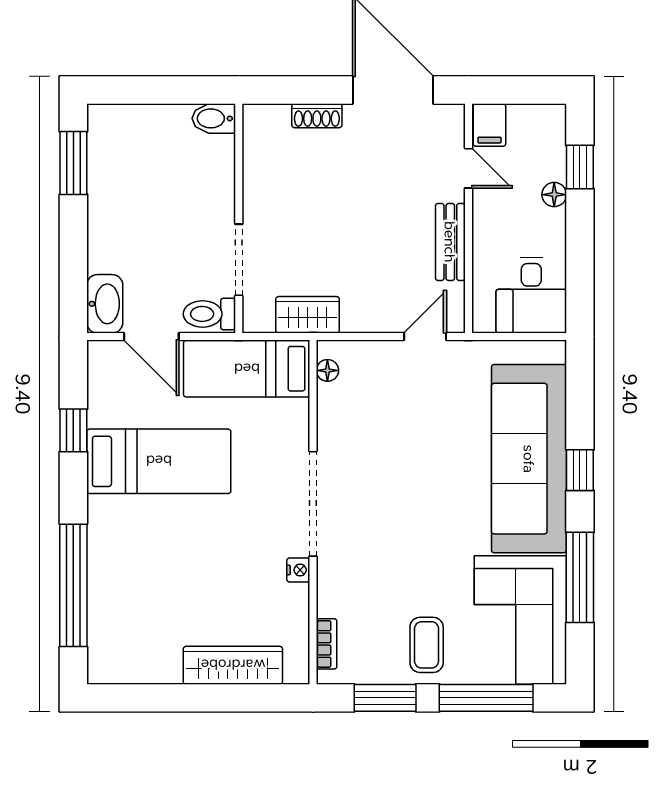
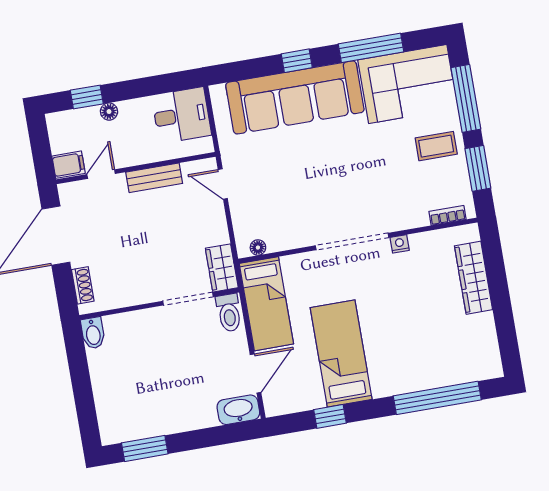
bidet: (214, 118) -> (93, 333), moved
wall: (239, 218) -> (159, 304), moved
doorway: (239, 260) -> (188, 299), moved
toilet: (209, 314) -> (229, 313), moved

